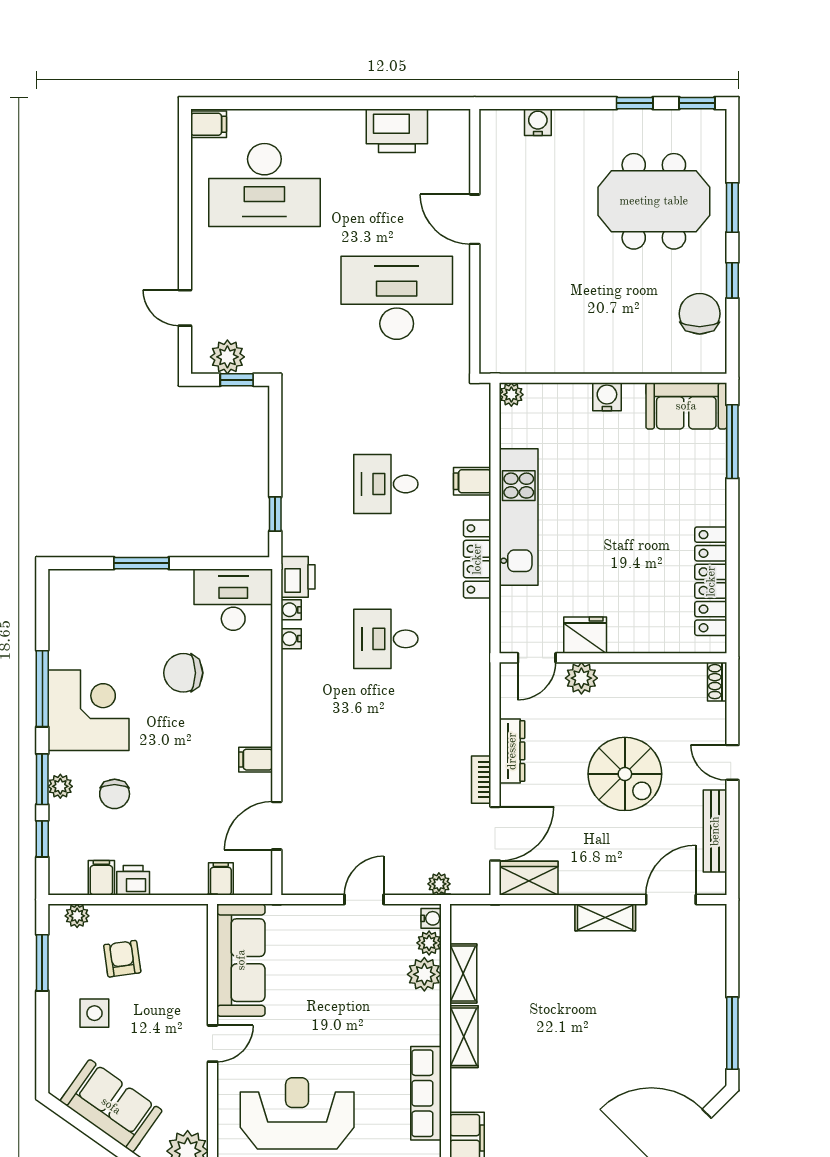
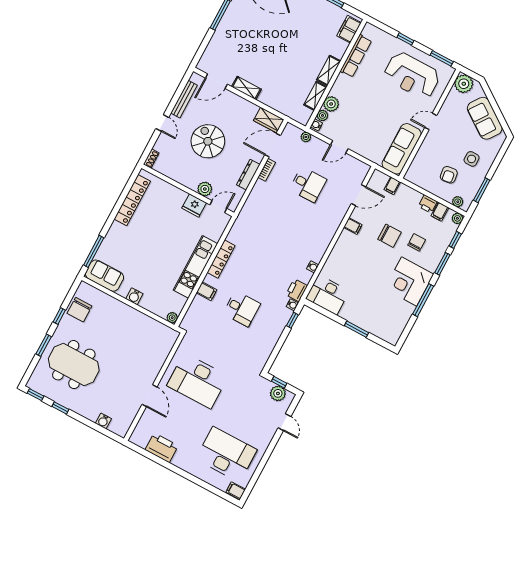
water cooler: (291, 610) -> (292, 305), moved
desk: (386, 639) -> (308, 184), moved
chair: (183, 673) -> (389, 236), moved
plant: (60, 786) -> (457, 218), moved

